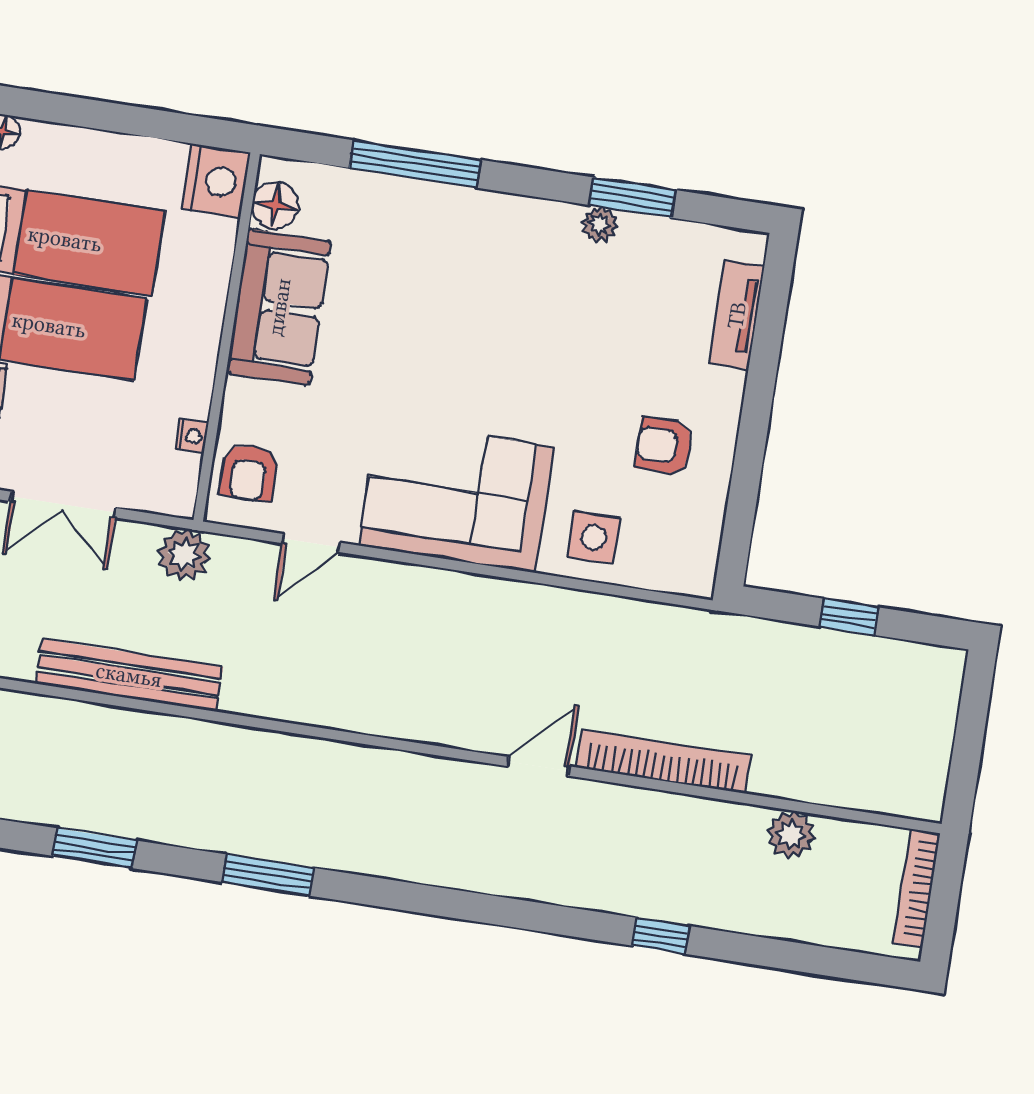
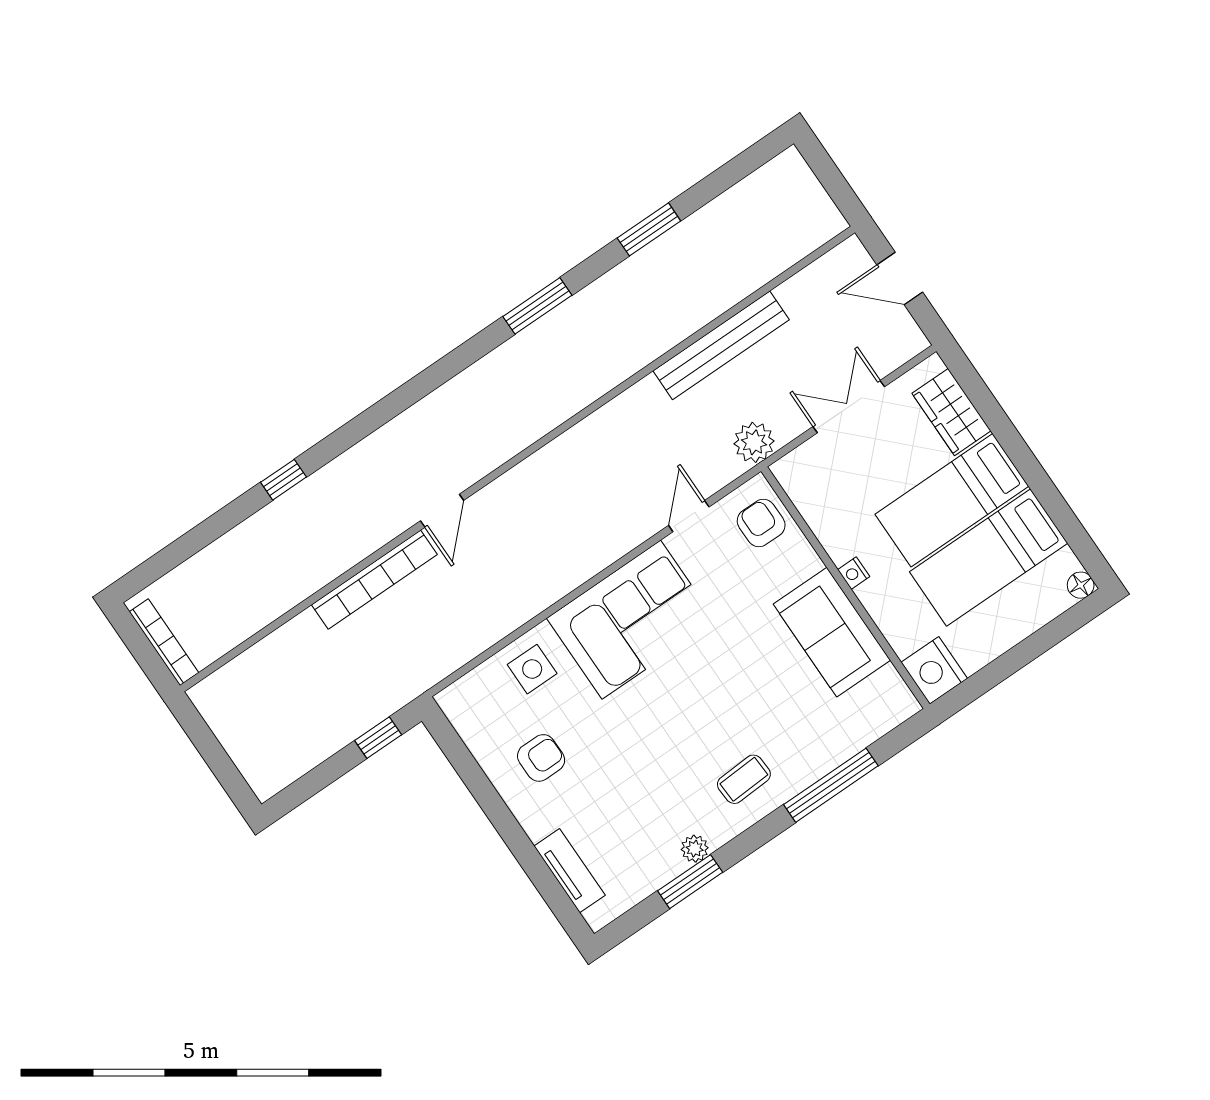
floor lamp: (275, 205) -> (888, 688), removed
coffee table: (492, 246) -> (744, 779), added
nightstand: (192, 436) -> (854, 573), moved
window: (849, 617) -> (378, 738), moved
plant: (791, 835) -> (263, 606), removed

